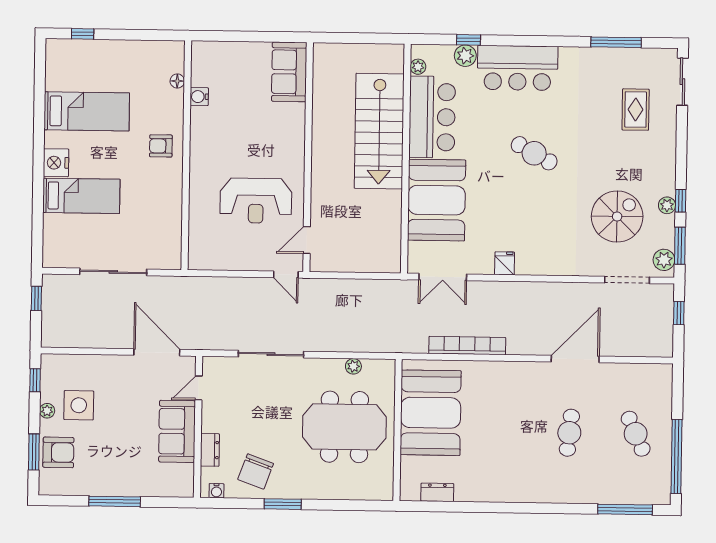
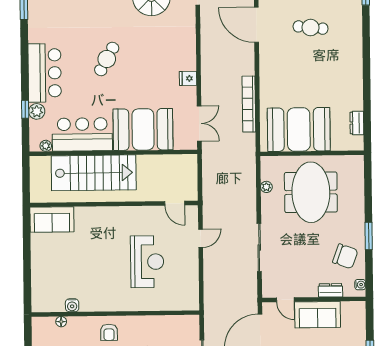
sofa: (289, 72) -> (52, 220), moved
wall: (308, 157) -> (114, 204), moved
door: (307, 240) -> (175, 203), moved

